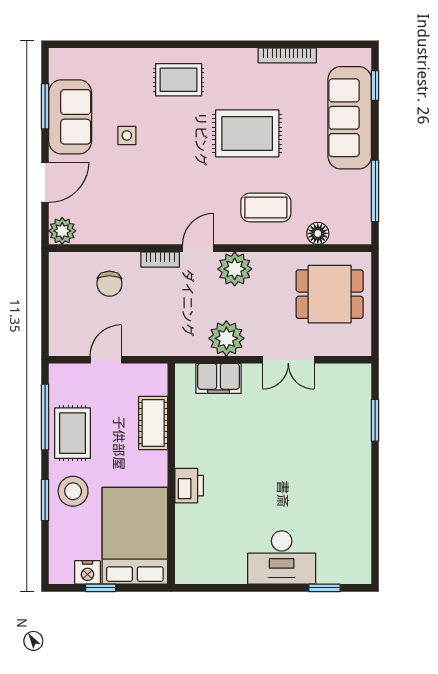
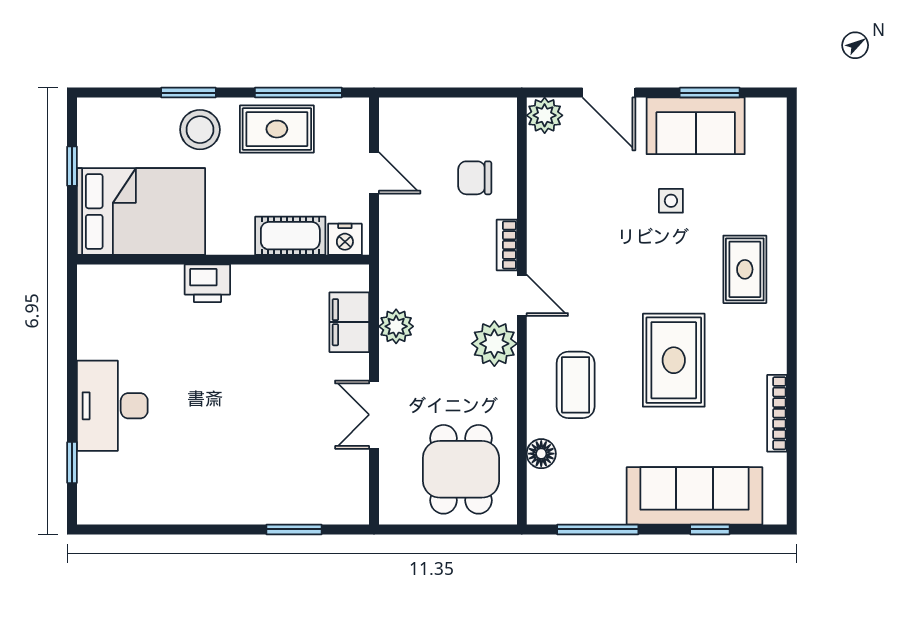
window: (375, 86) -> (710, 529), moved
plant: (226, 338) -> (396, 326), width x0.73, depth x0.73
nightstand: (87, 572) -> (345, 239), moved, turned -90

